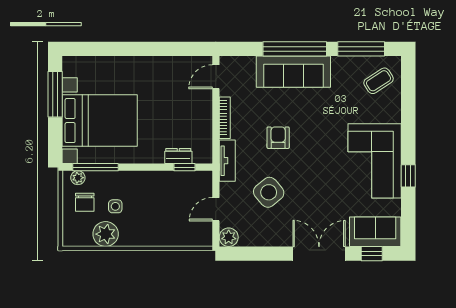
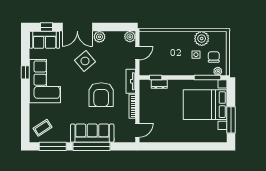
armchair: (278, 138) -> (101, 95), width x1.88, depth x1.88
side table: (269, 192) -> (85, 61), moved
plant: (281, 237) -> (99, 37), added

